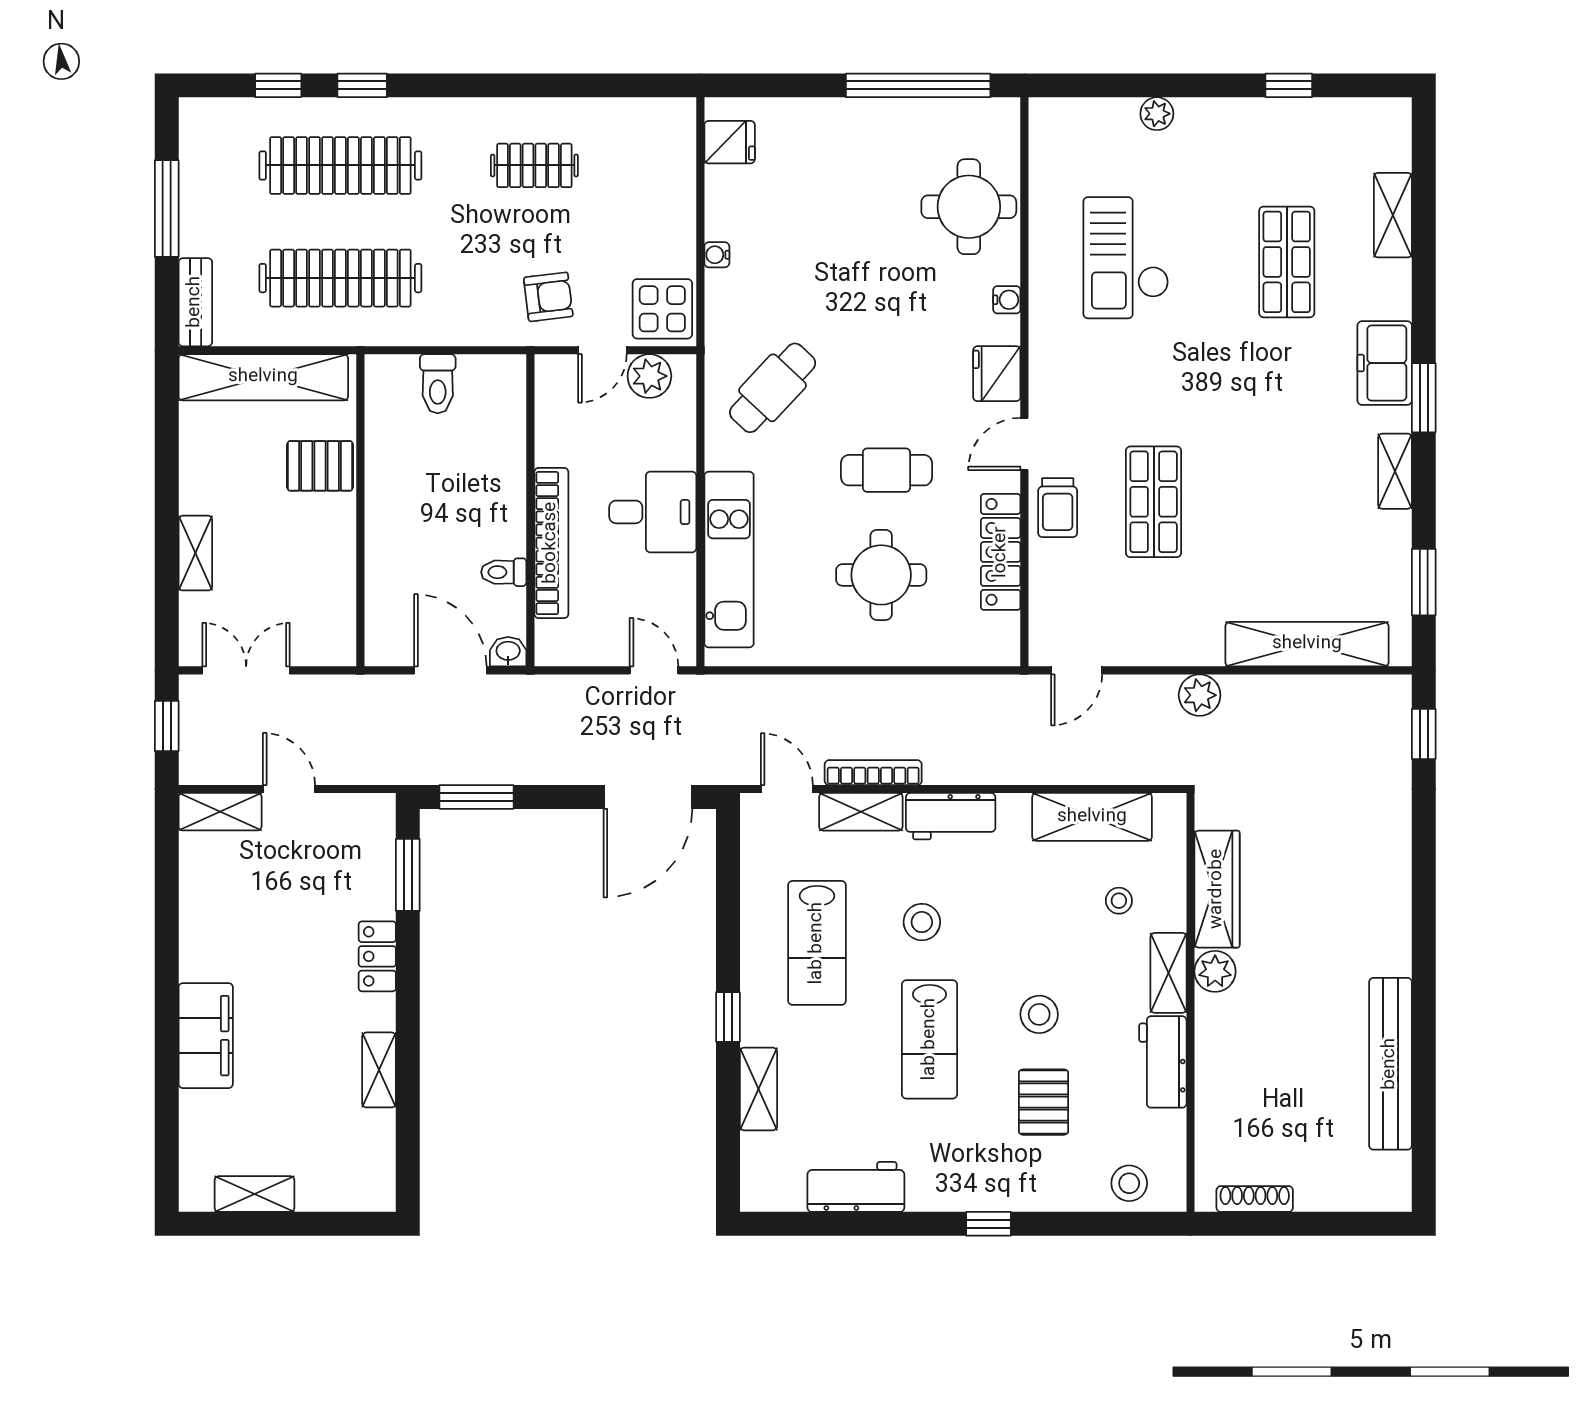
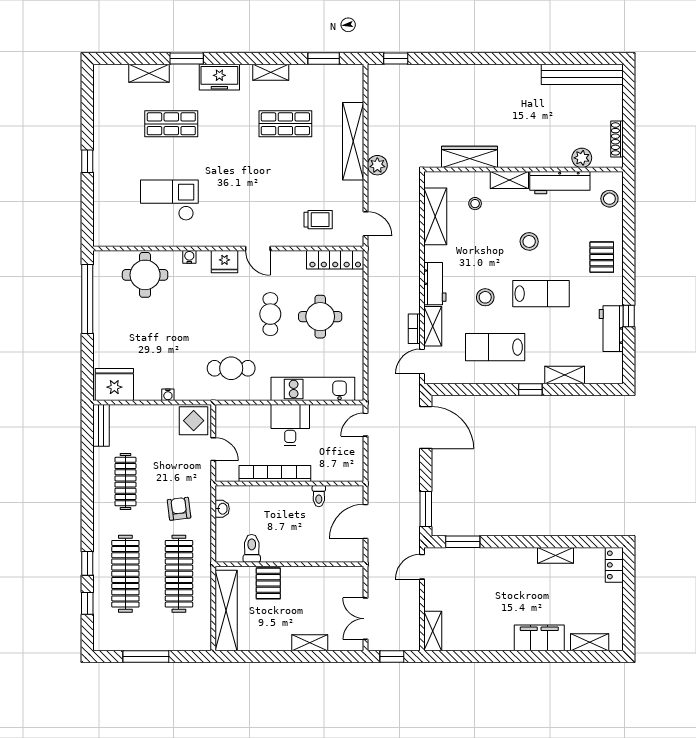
window: (1289, 85) -> (87, 161), moved
plant: (1157, 114) -> (101, 185), removed
fridge: (730, 142) -> (114, 385), width x1.88, depth x1.34
clothes rail: (534, 165) -> (125, 482), width x1.36
checkout: (1126, 258) -> (169, 200), turned 180
armchair: (548, 297) -> (179, 509), moved
bench: (195, 302) -> (101, 425), moved, turned 90
plant: (649, 376) -> (226, 427), removed
toilet: (438, 384) -> (252, 548), moved, turned -90
cafe table: (773, 388) -> (231, 368), turned -43
window: (1424, 398) -> (187, 59), moved
shop shelf: (1154, 502) -> (285, 124), moved
trolley: (1058, 508) -> (318, 220), moved
bookcase: (551, 543) -> (275, 473), moved
locker: (1001, 552) -> (335, 260), moved
shelving: (1307, 644) -> (353, 141), moved
washbasin: (508, 652) -> (222, 509), moved, turned 180
bookcase: (873, 773) -> (414, 329), width x0.64
door: (289, 789) -> (422, 567), moved
lab bench: (817, 943) -> (495, 347), turned 180
locker: (377, 956) -> (614, 565), moved, turned 90
plant: (1215, 971) -> (582, 158), moved
workbench: (1163, 1062) -> (560, 183), width x1.38
bench: (1390, 1064) -> (582, 74), moved
pallet: (1044, 1102) -> (602, 257), moved, turned 90
shelving: (255, 1194) -> (590, 642), moved, turned 90
window: (989, 1224) -> (629, 316), moved

